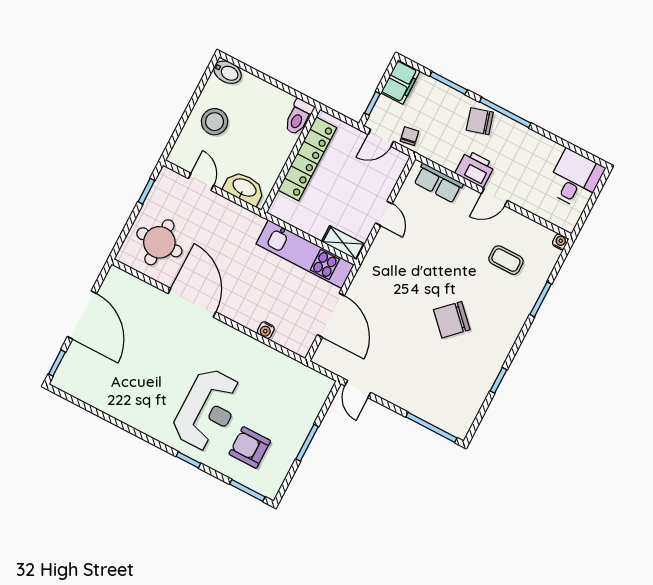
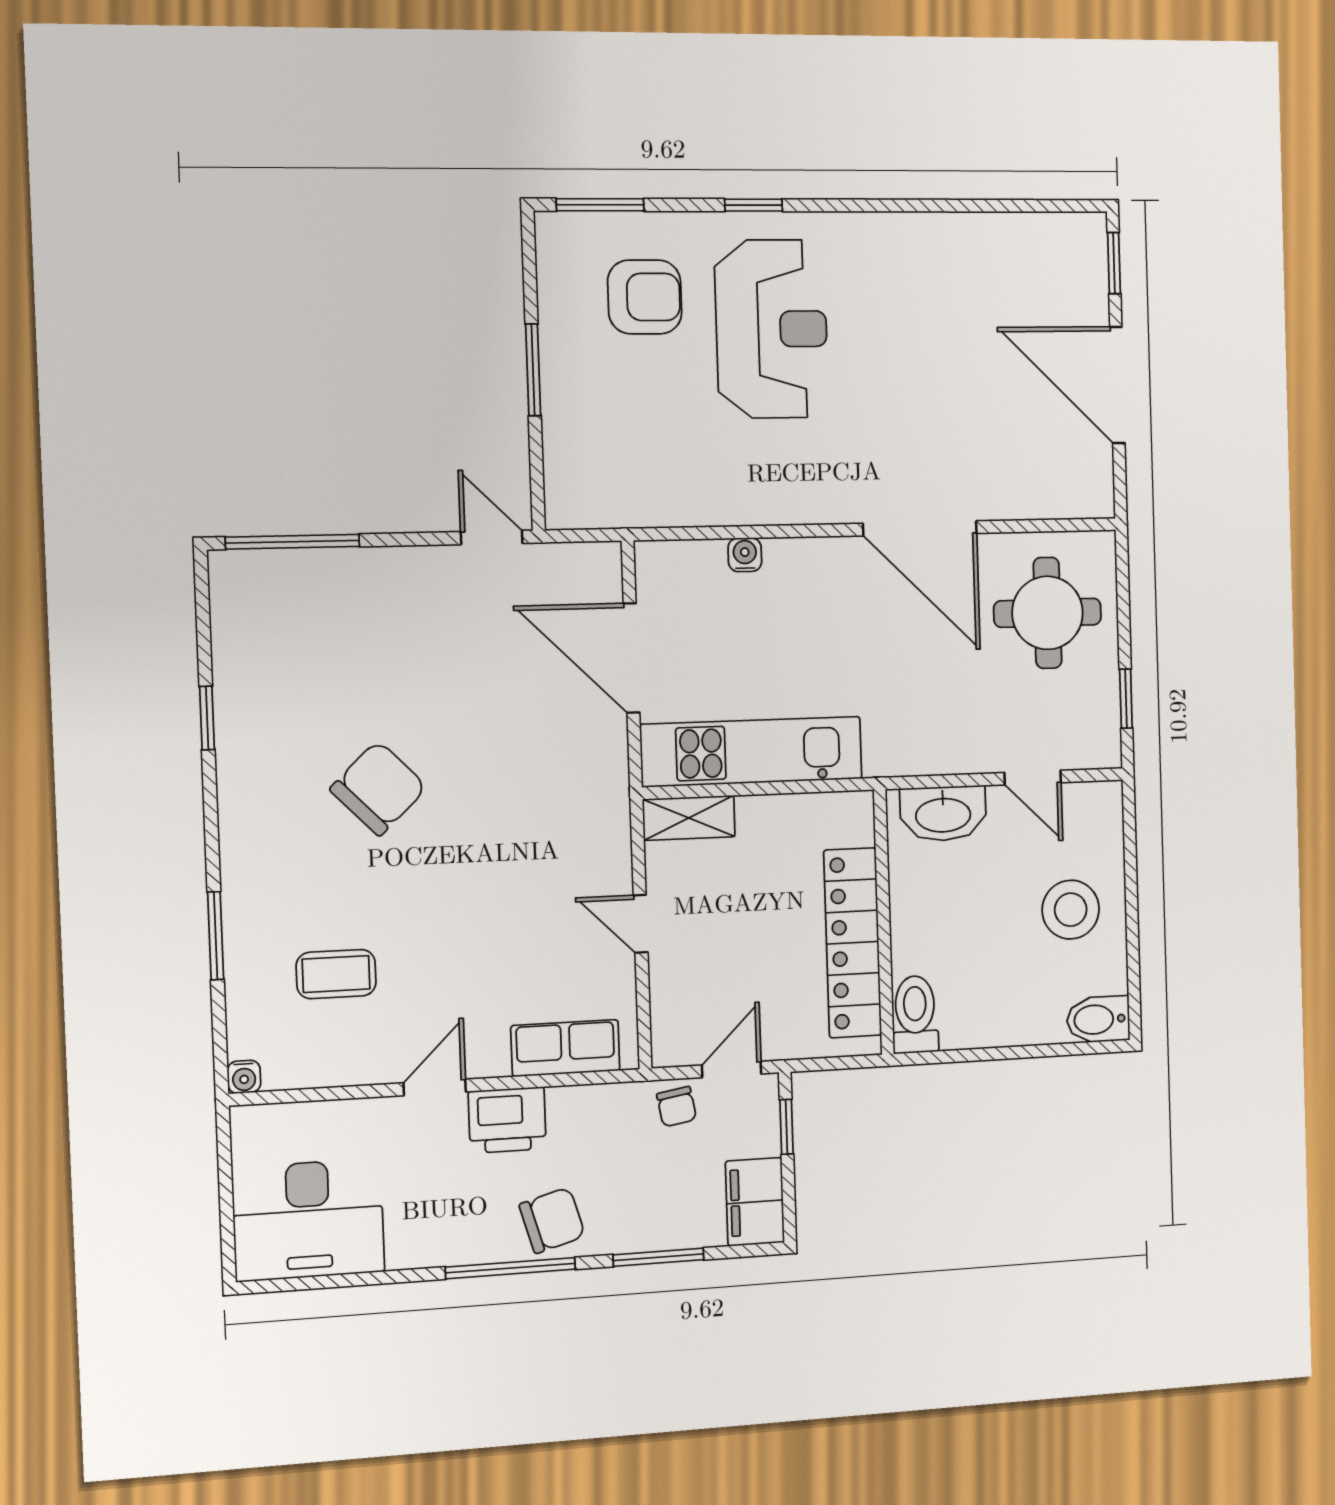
desk: (575, 179) -> (308, 1220), width x1.37
reception desk: (208, 410) -> (772, 329), turned 180

